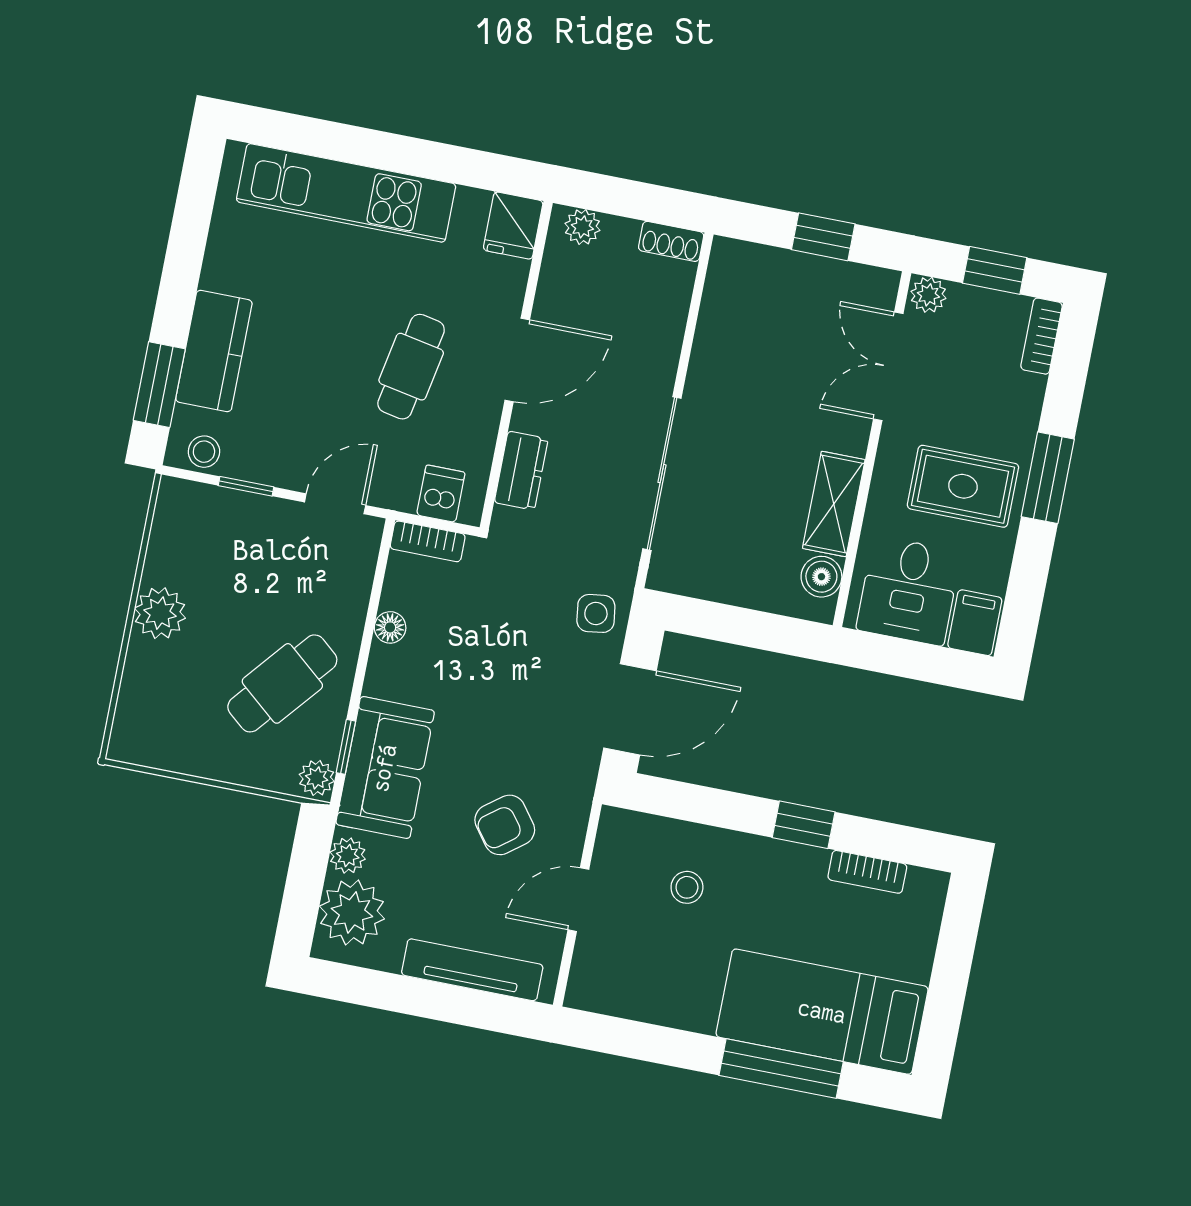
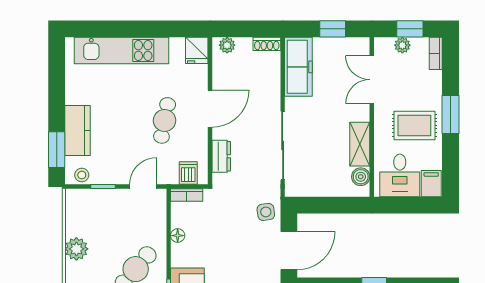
plant: (928, 295) -> (402, 45), moved
freezer: (731, 306) -> (298, 67), added

